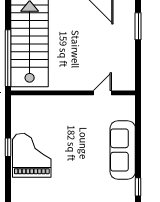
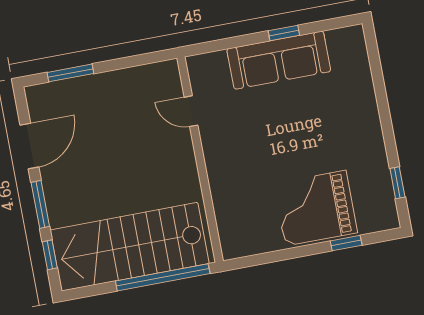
window: (8, 147) -> (346, 243), moved
window: (138, 187) -> (284, 33), moved

